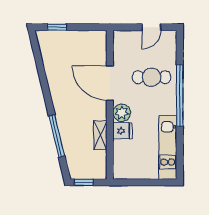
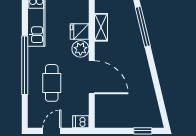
dishwasher: (121, 37) -> (81, 122), added
cafe table: (152, 77) -> (52, 83), turned 90

